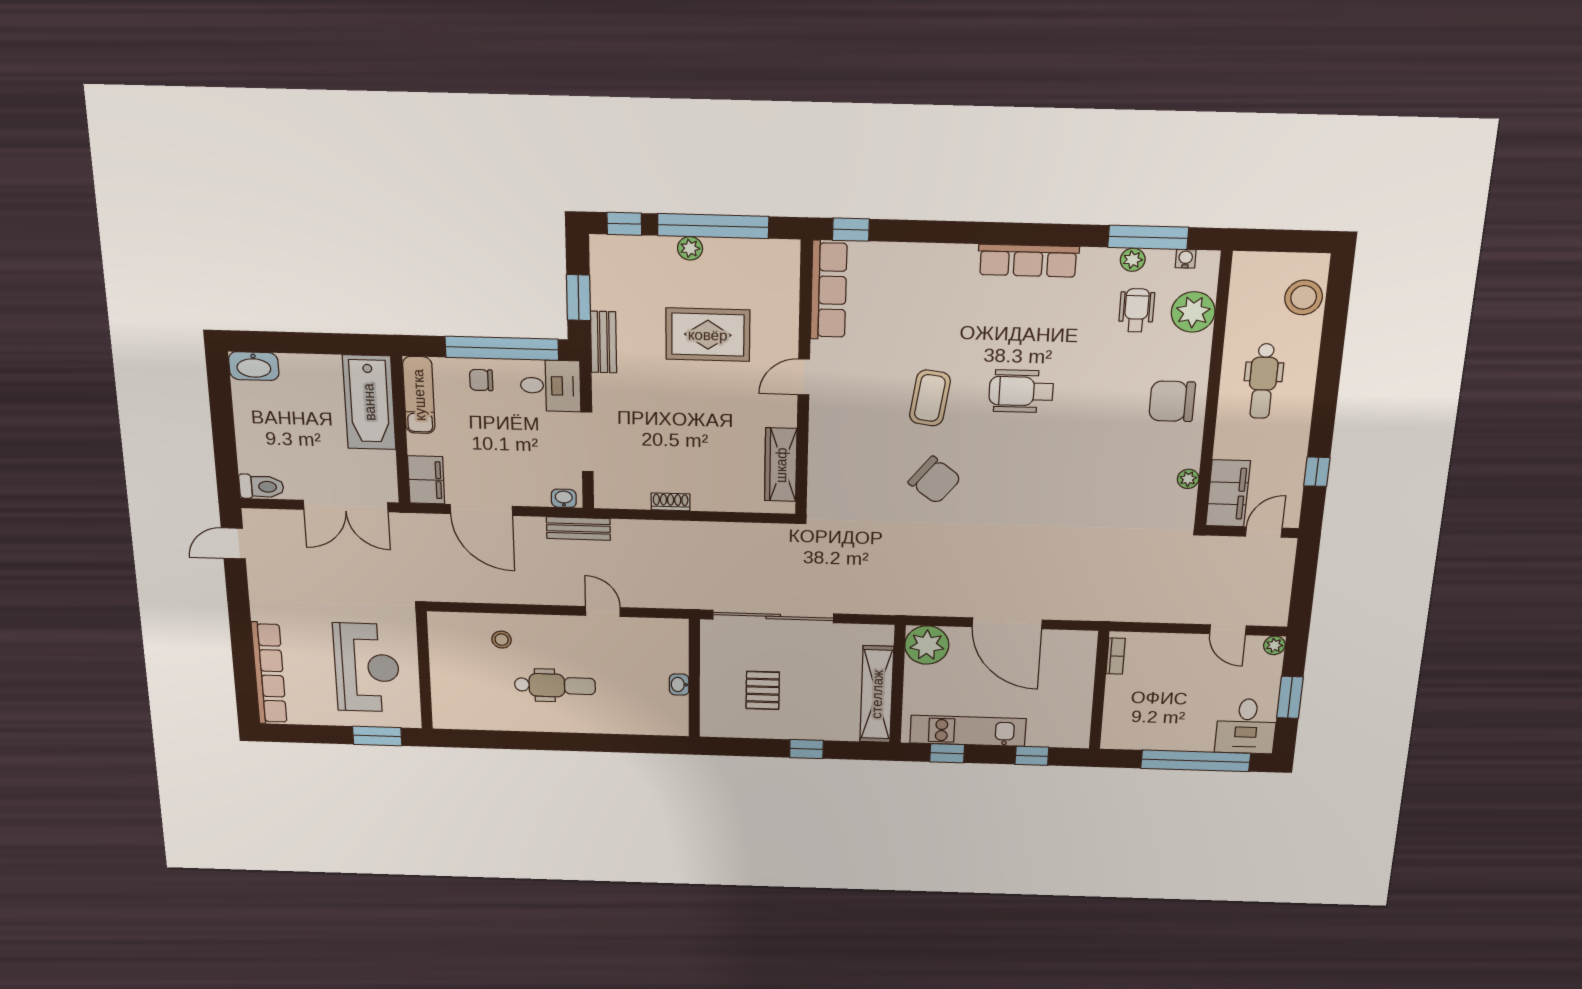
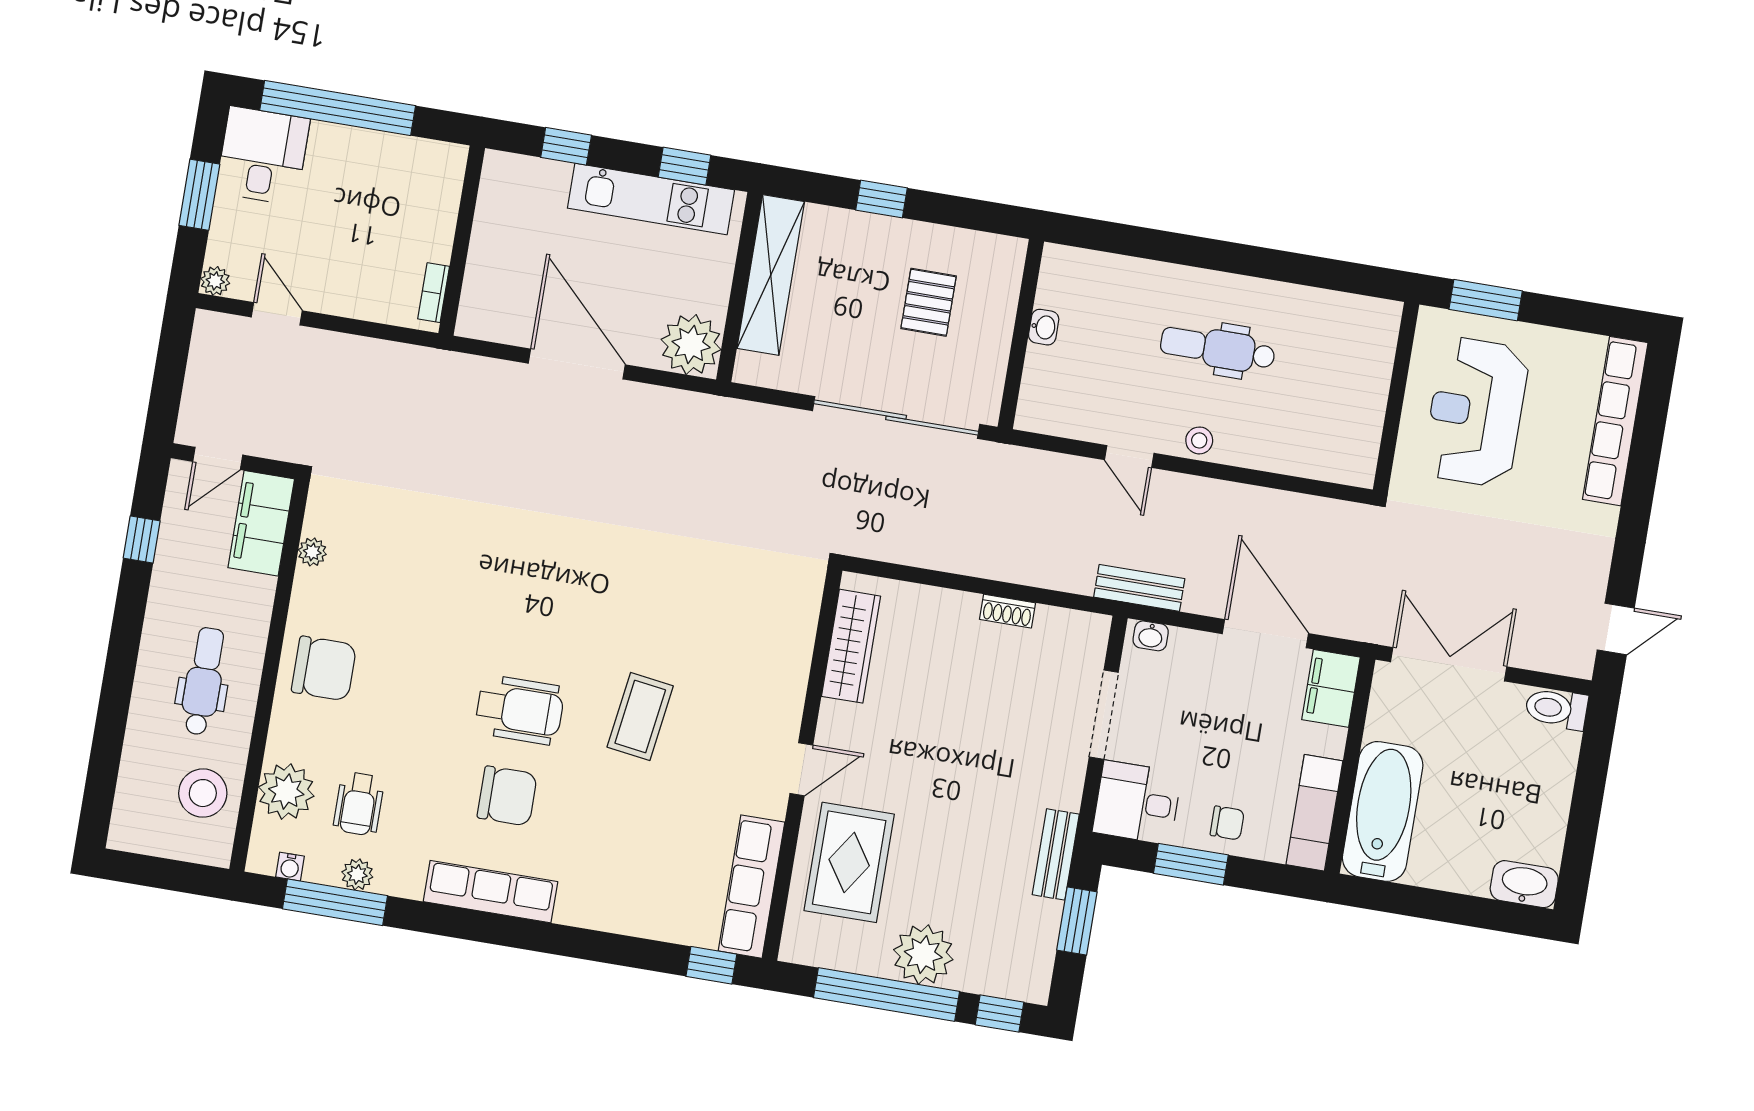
plant: (690, 248) -> (923, 955), width x1.87, depth x1.87
stool: (1304, 297) -> (203, 793), moved
rug: (708, 335) -> (849, 862), moved, turned 90
window: (502, 348) -> (1191, 864), width x0.47
chair: (935, 480) -> (507, 796), moved, turned 142
stool: (502, 640) -> (1199, 440), moved

